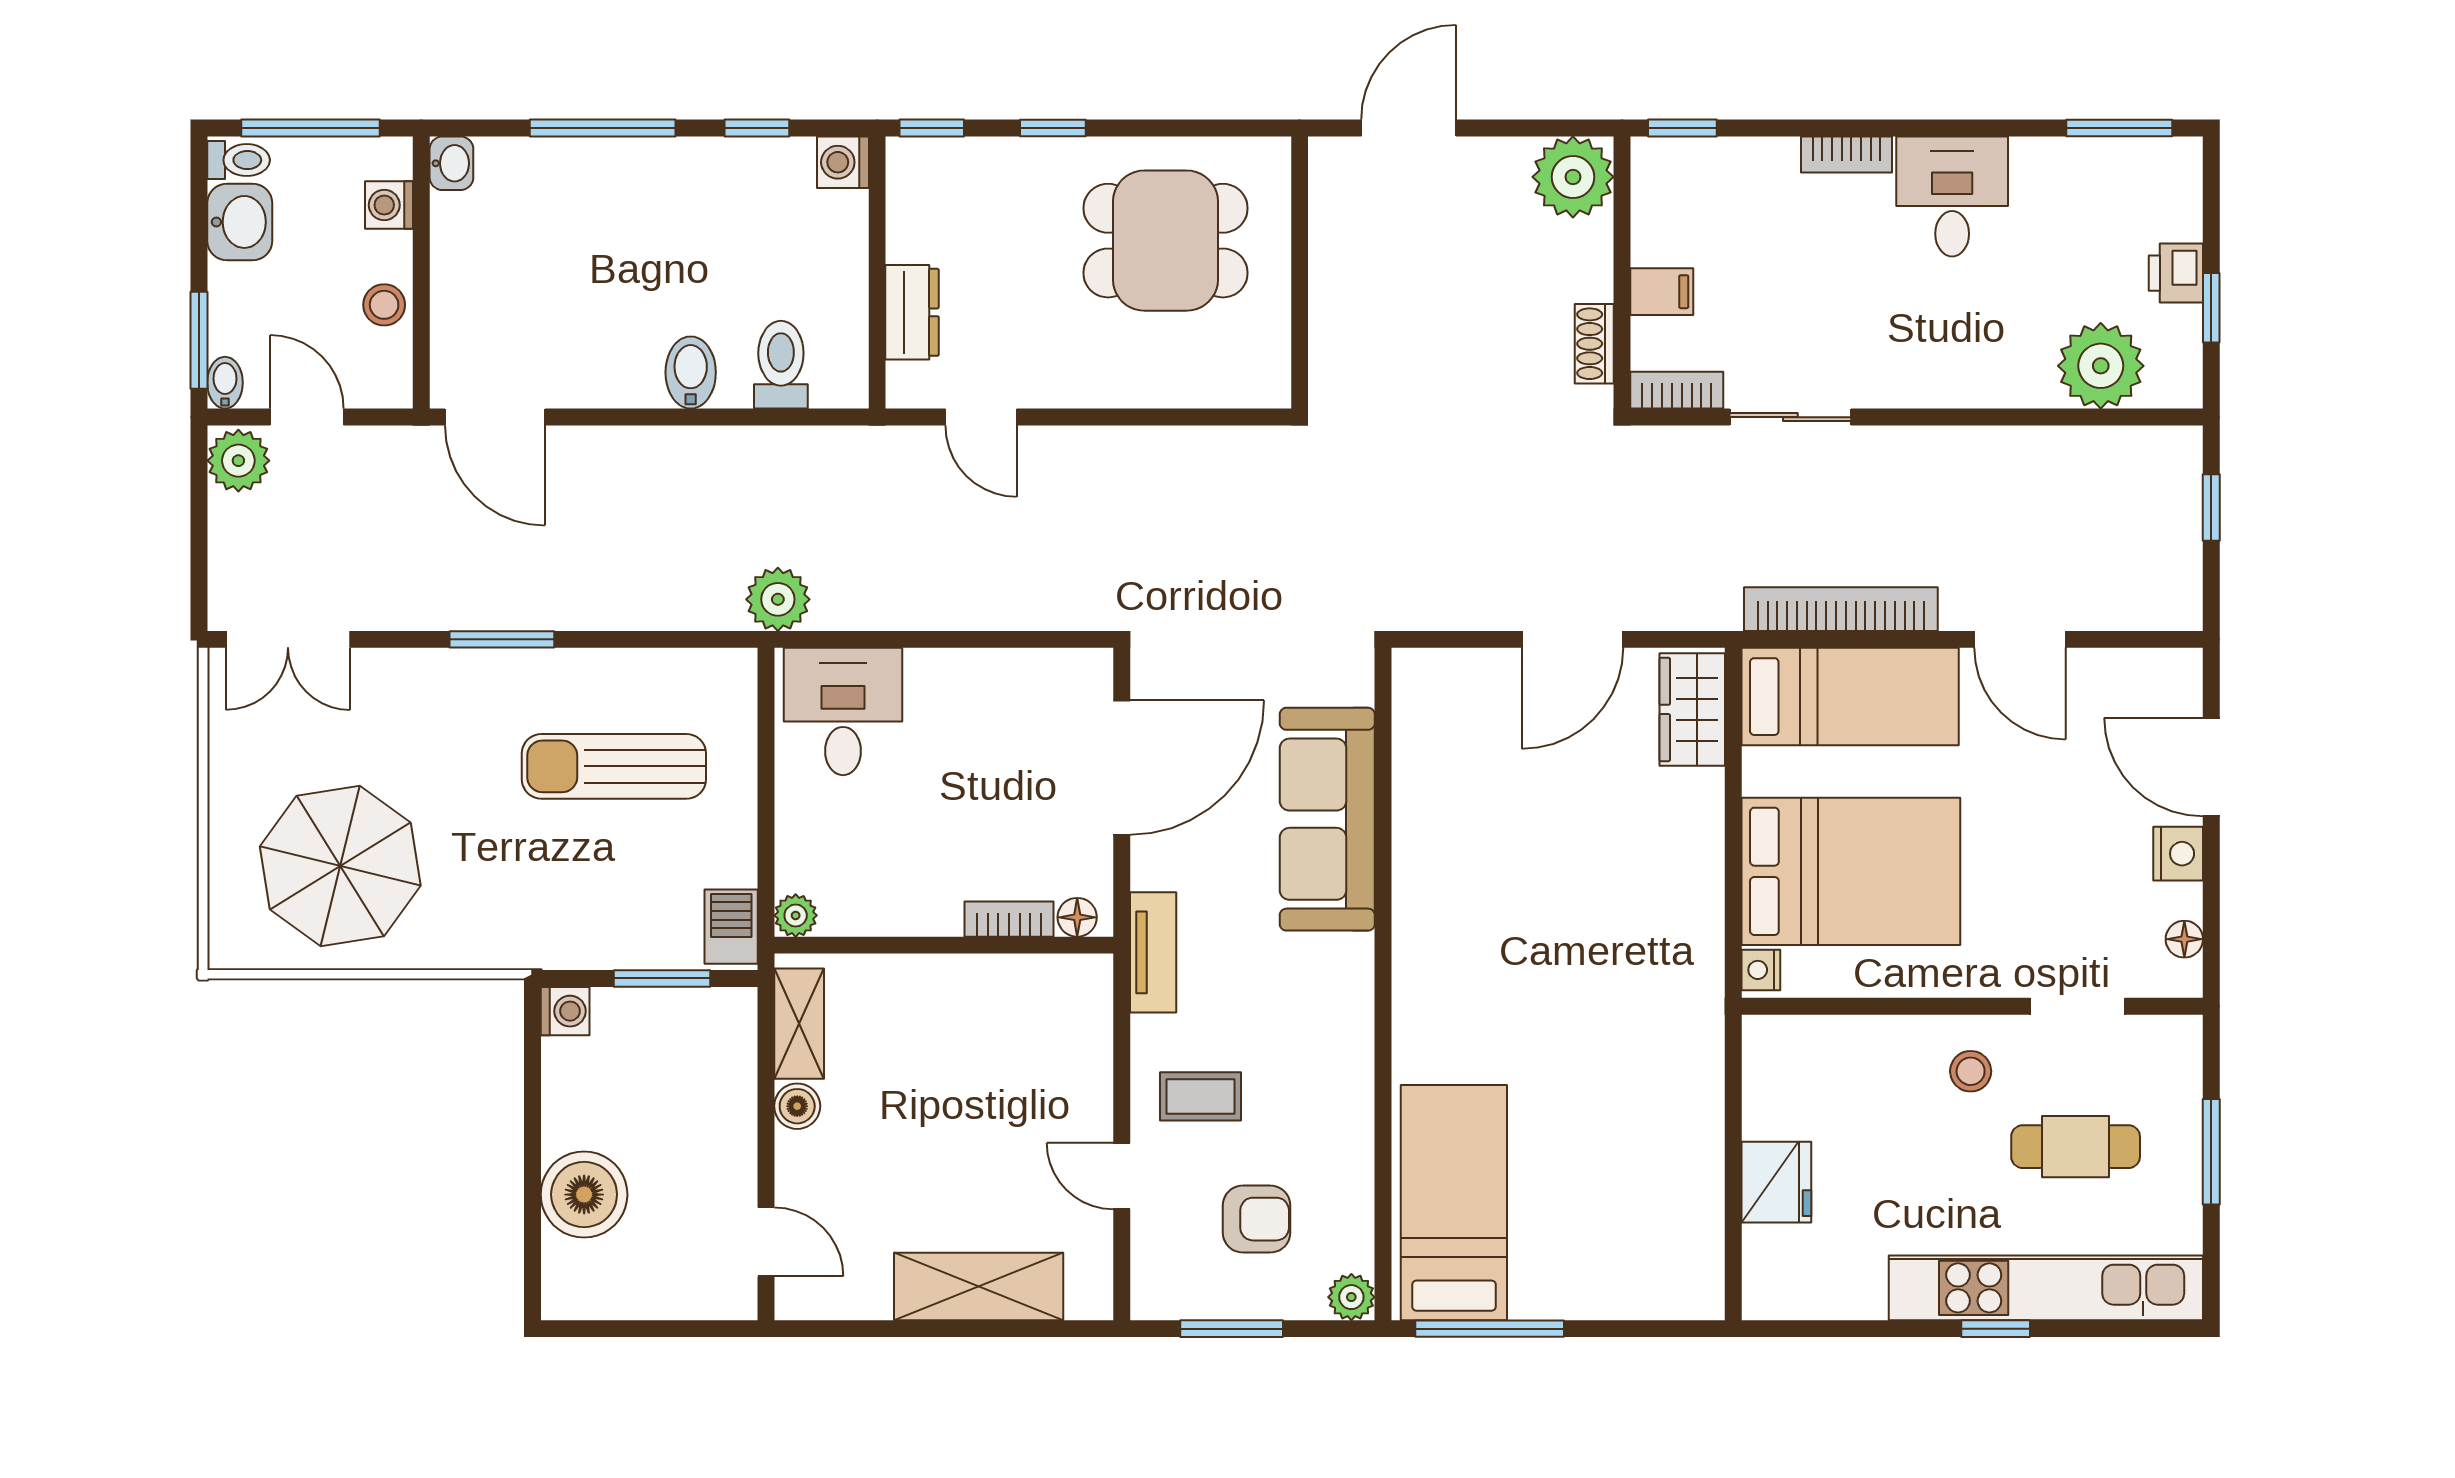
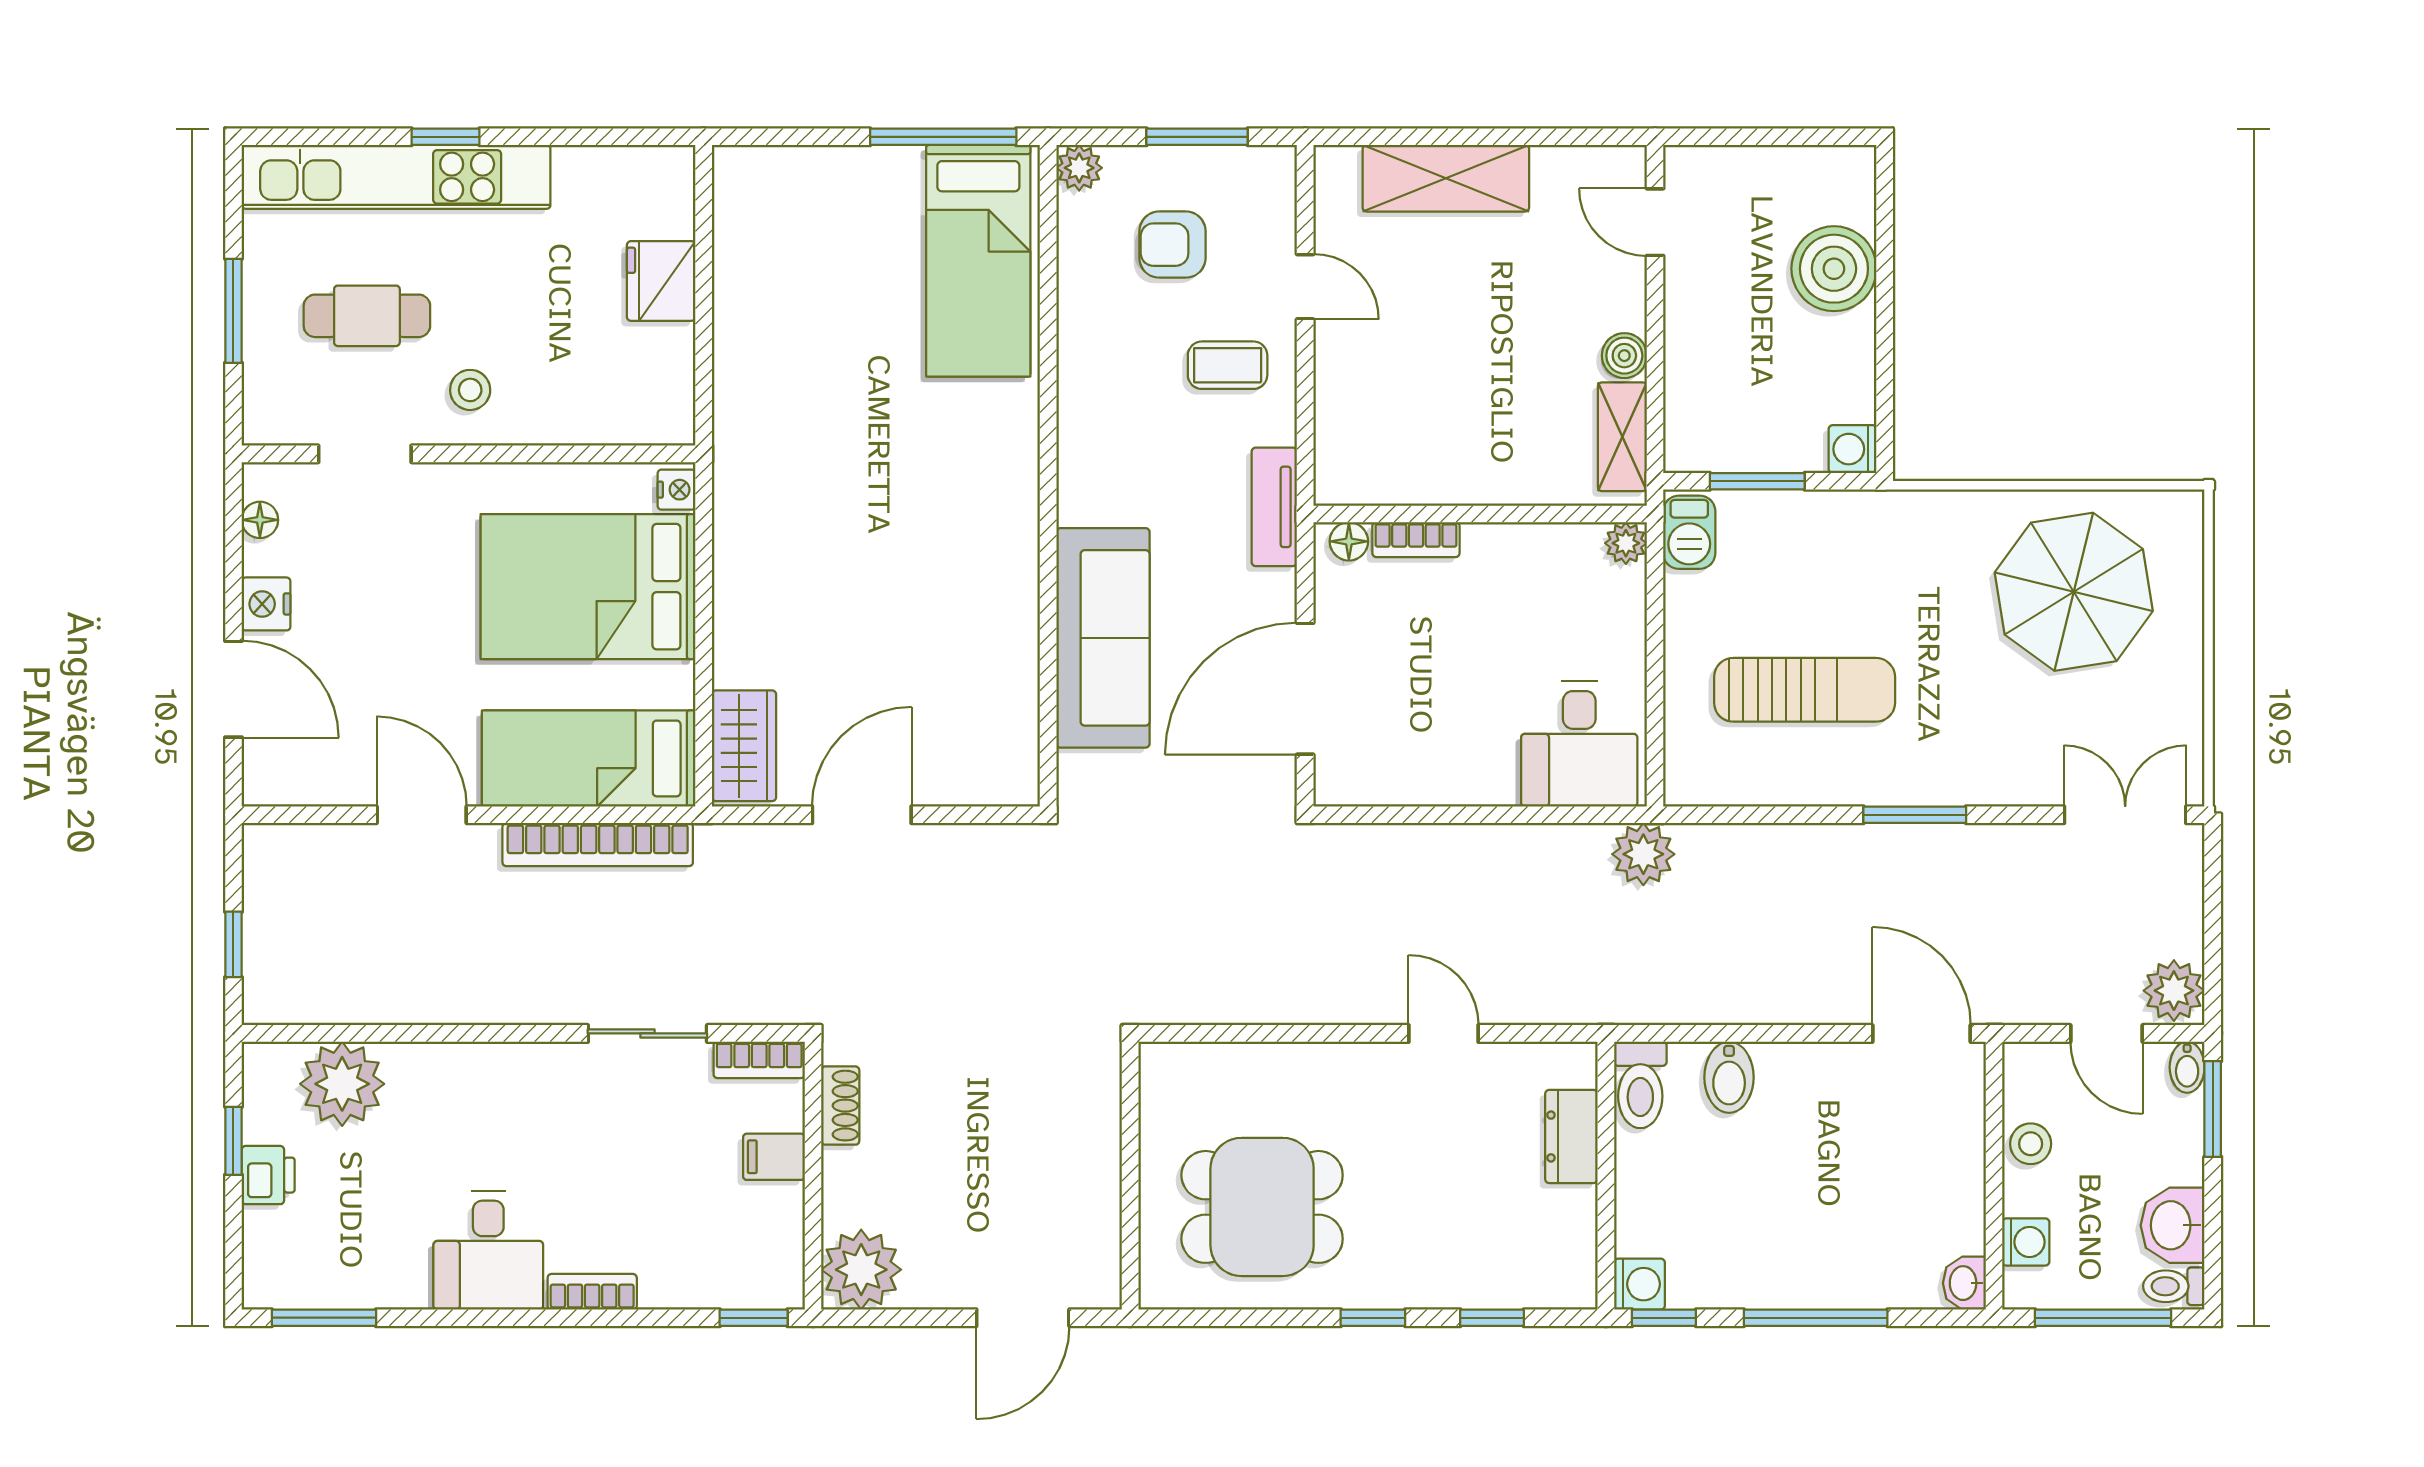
washing machine: (843, 162) -> (1639, 1284), moved
wall: (877, 273) -> (1606, 1176), moved
dresser: (912, 312) -> (1571, 1136), moved

